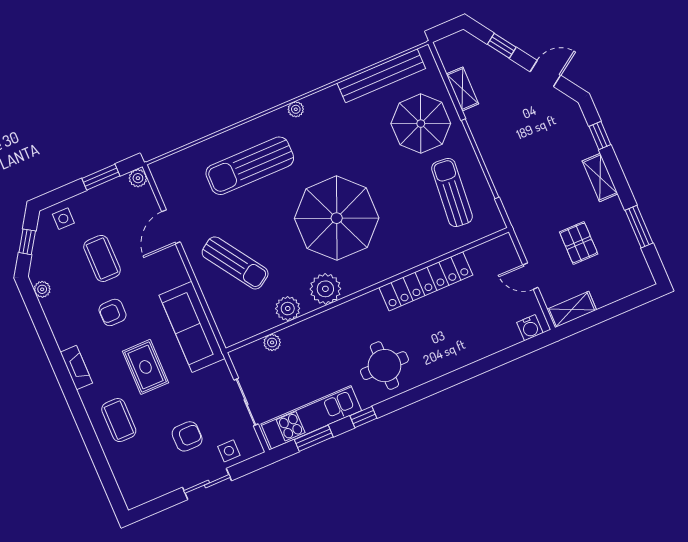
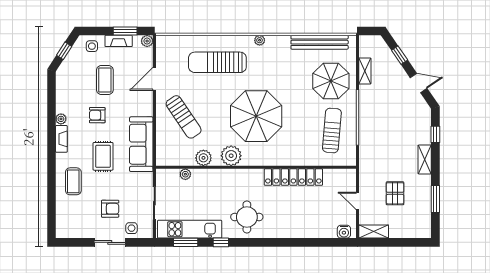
fireplace: (98, 195) -> (119, 41), added
plant: (42, 289) -> (61, 119), moved

